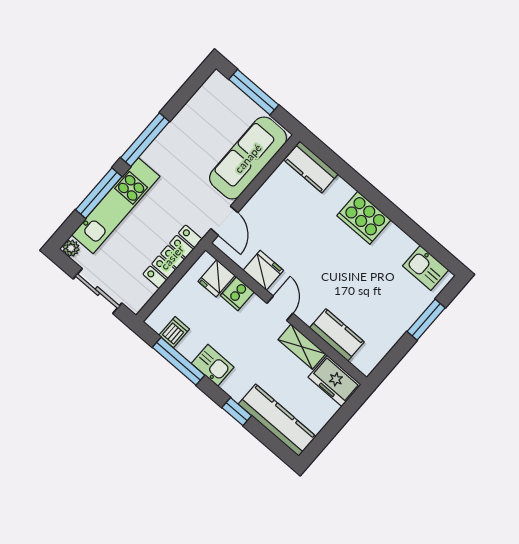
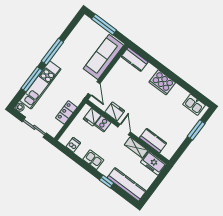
locker: (172, 257) -> (66, 113), width x0.66
window: (178, 361) -> (76, 159), removed

